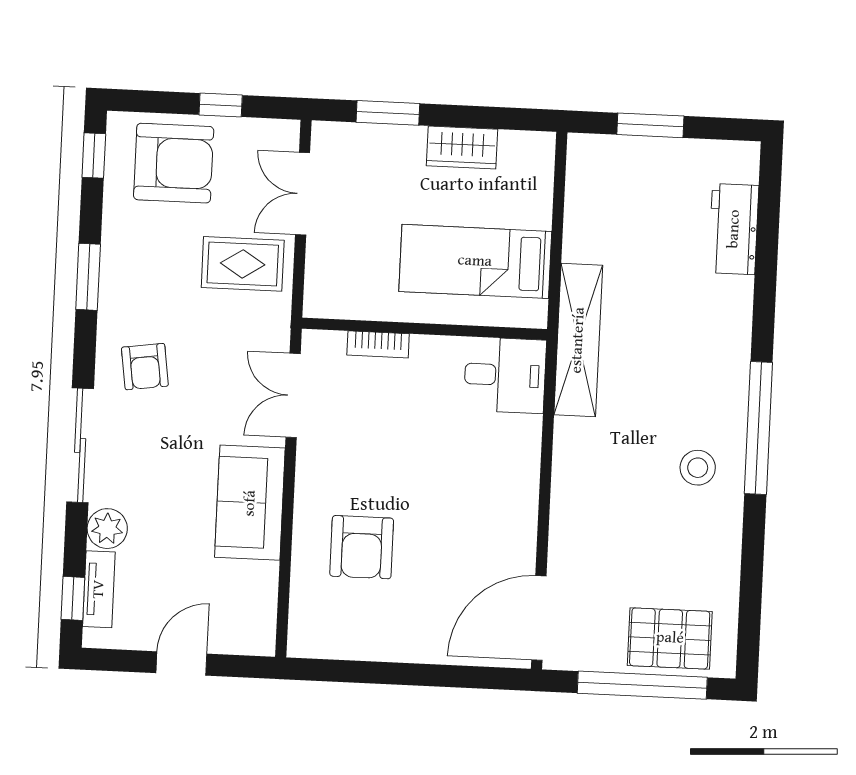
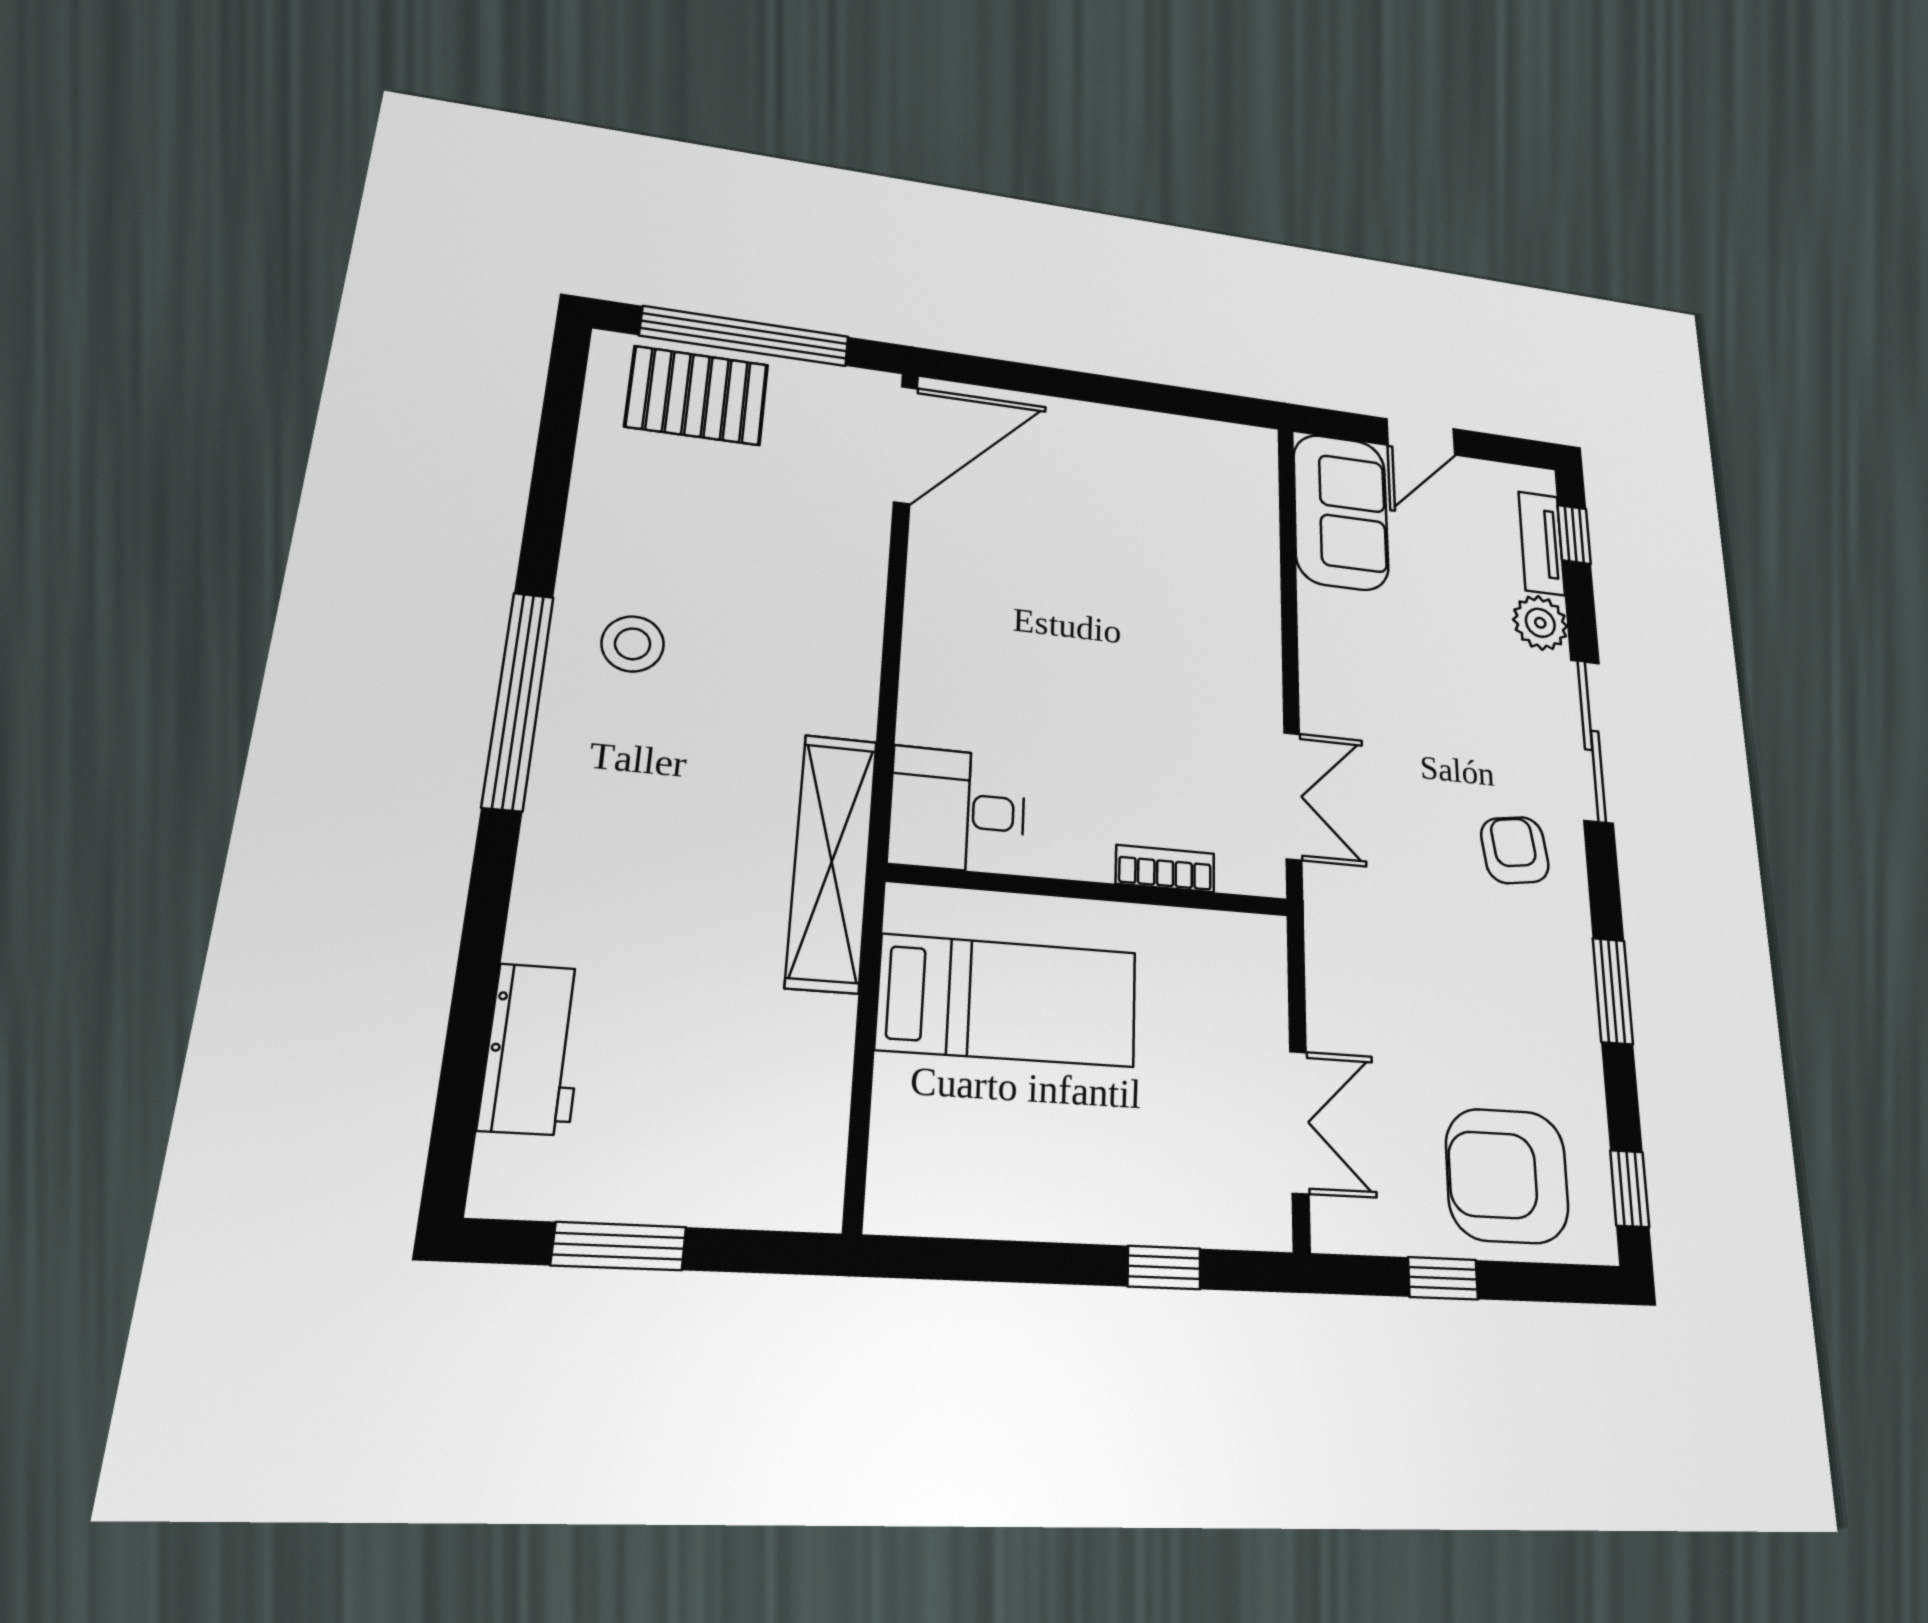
window: (388, 113) -> (1164, 1267), width x0.67
window: (650, 125) -> (619, 1246), moved
wardrobe: (462, 148) -> (1033, 1204), removed
rug: (243, 264) -> (1385, 1005), removed
sofa: (250, 503) -> (1341, 512), moved
armchair: (362, 547) -> (1178, 568), removed

